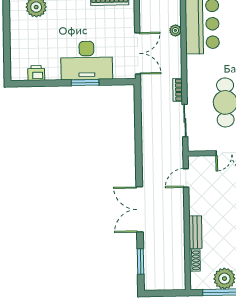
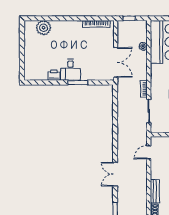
desk: (87, 60) -> (70, 70), width x0.53, depth x0.77
printer: (36, 73) -> (54, 75), moved
double door: (140, 209) -> (115, 174), width x0.73

